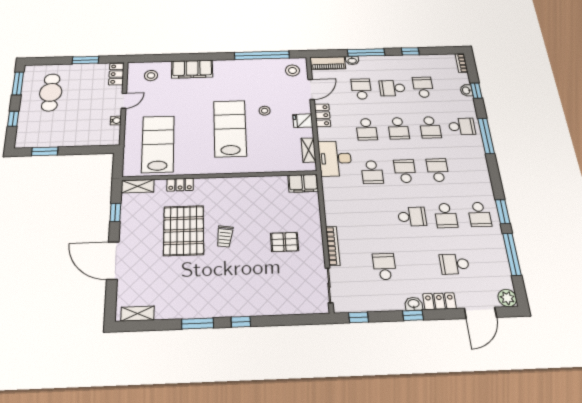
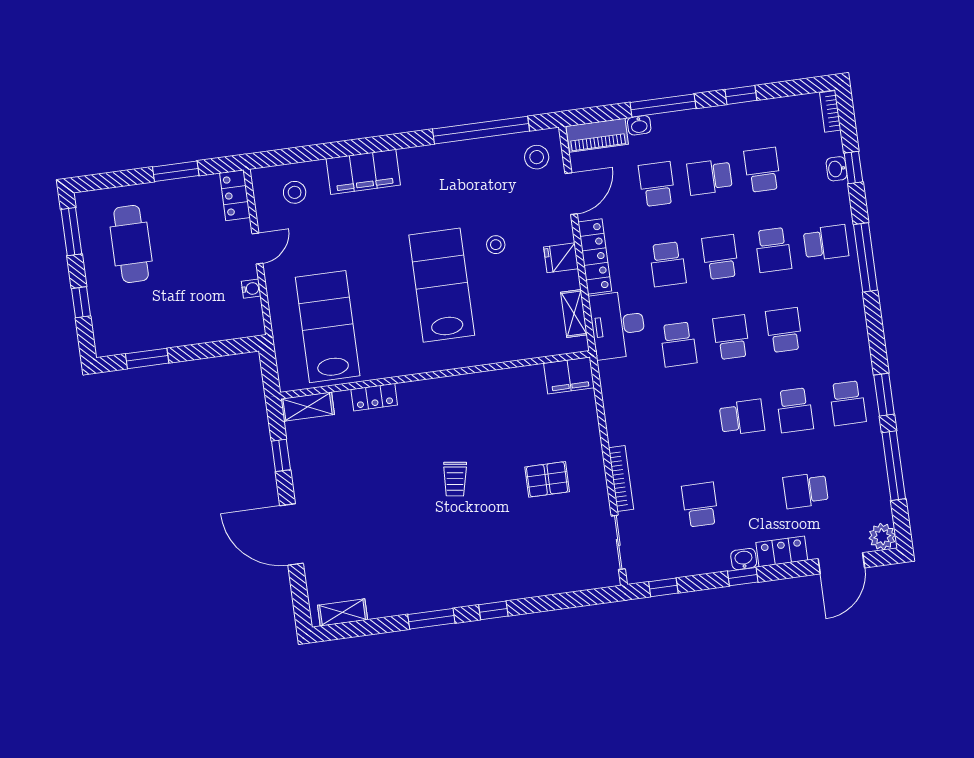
locker: (322, 115) -> (595, 256), width x1.53
school desk: (398, 128) -> (720, 257), turned 180
pallet: (184, 230) -> (391, 475), removed

